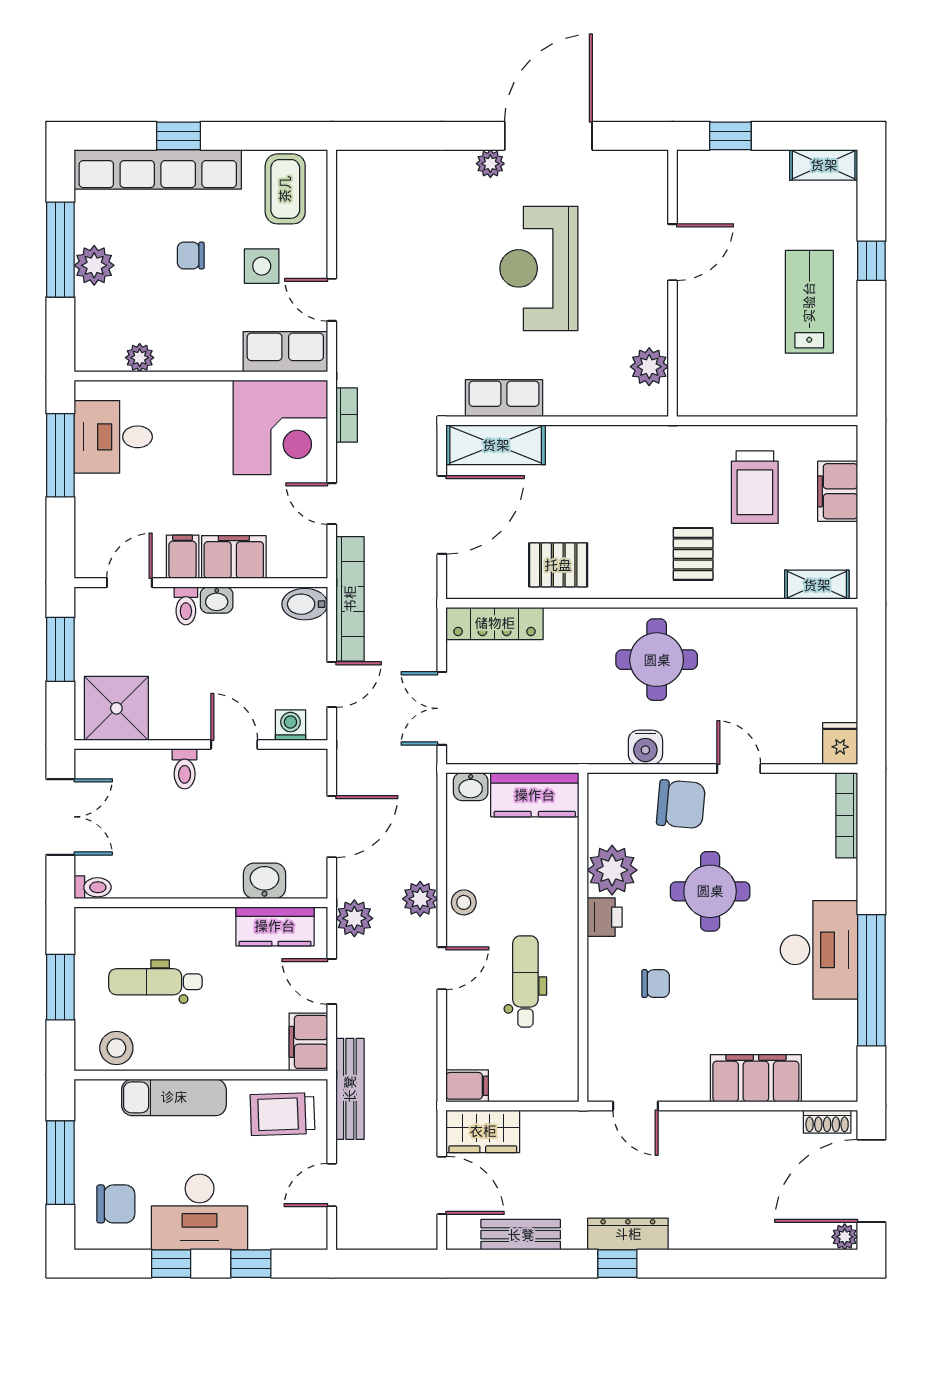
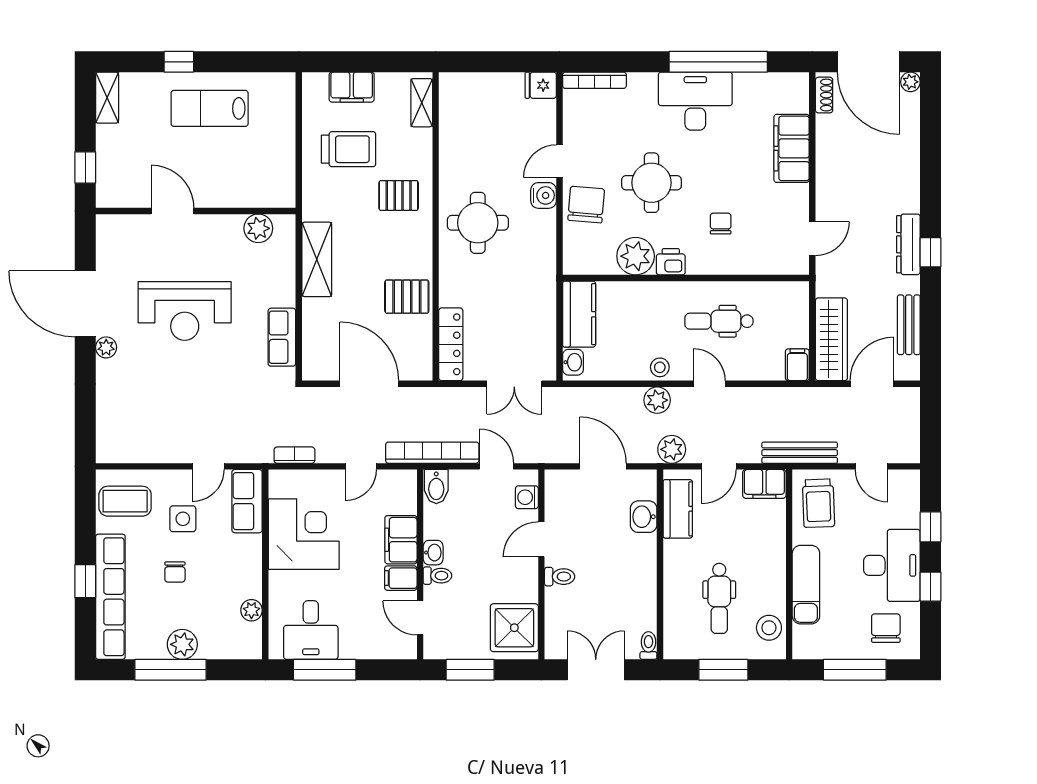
corner desk: (280, 427) -> (304, 534), moved
shelving: (496, 445) -> (317, 259), moved
pallet: (558, 565) -> (407, 297), turned 90
water cooler: (645, 747) -> (544, 195), moved
wardrobe: (483, 1131) -> (831, 339), width x1.50

